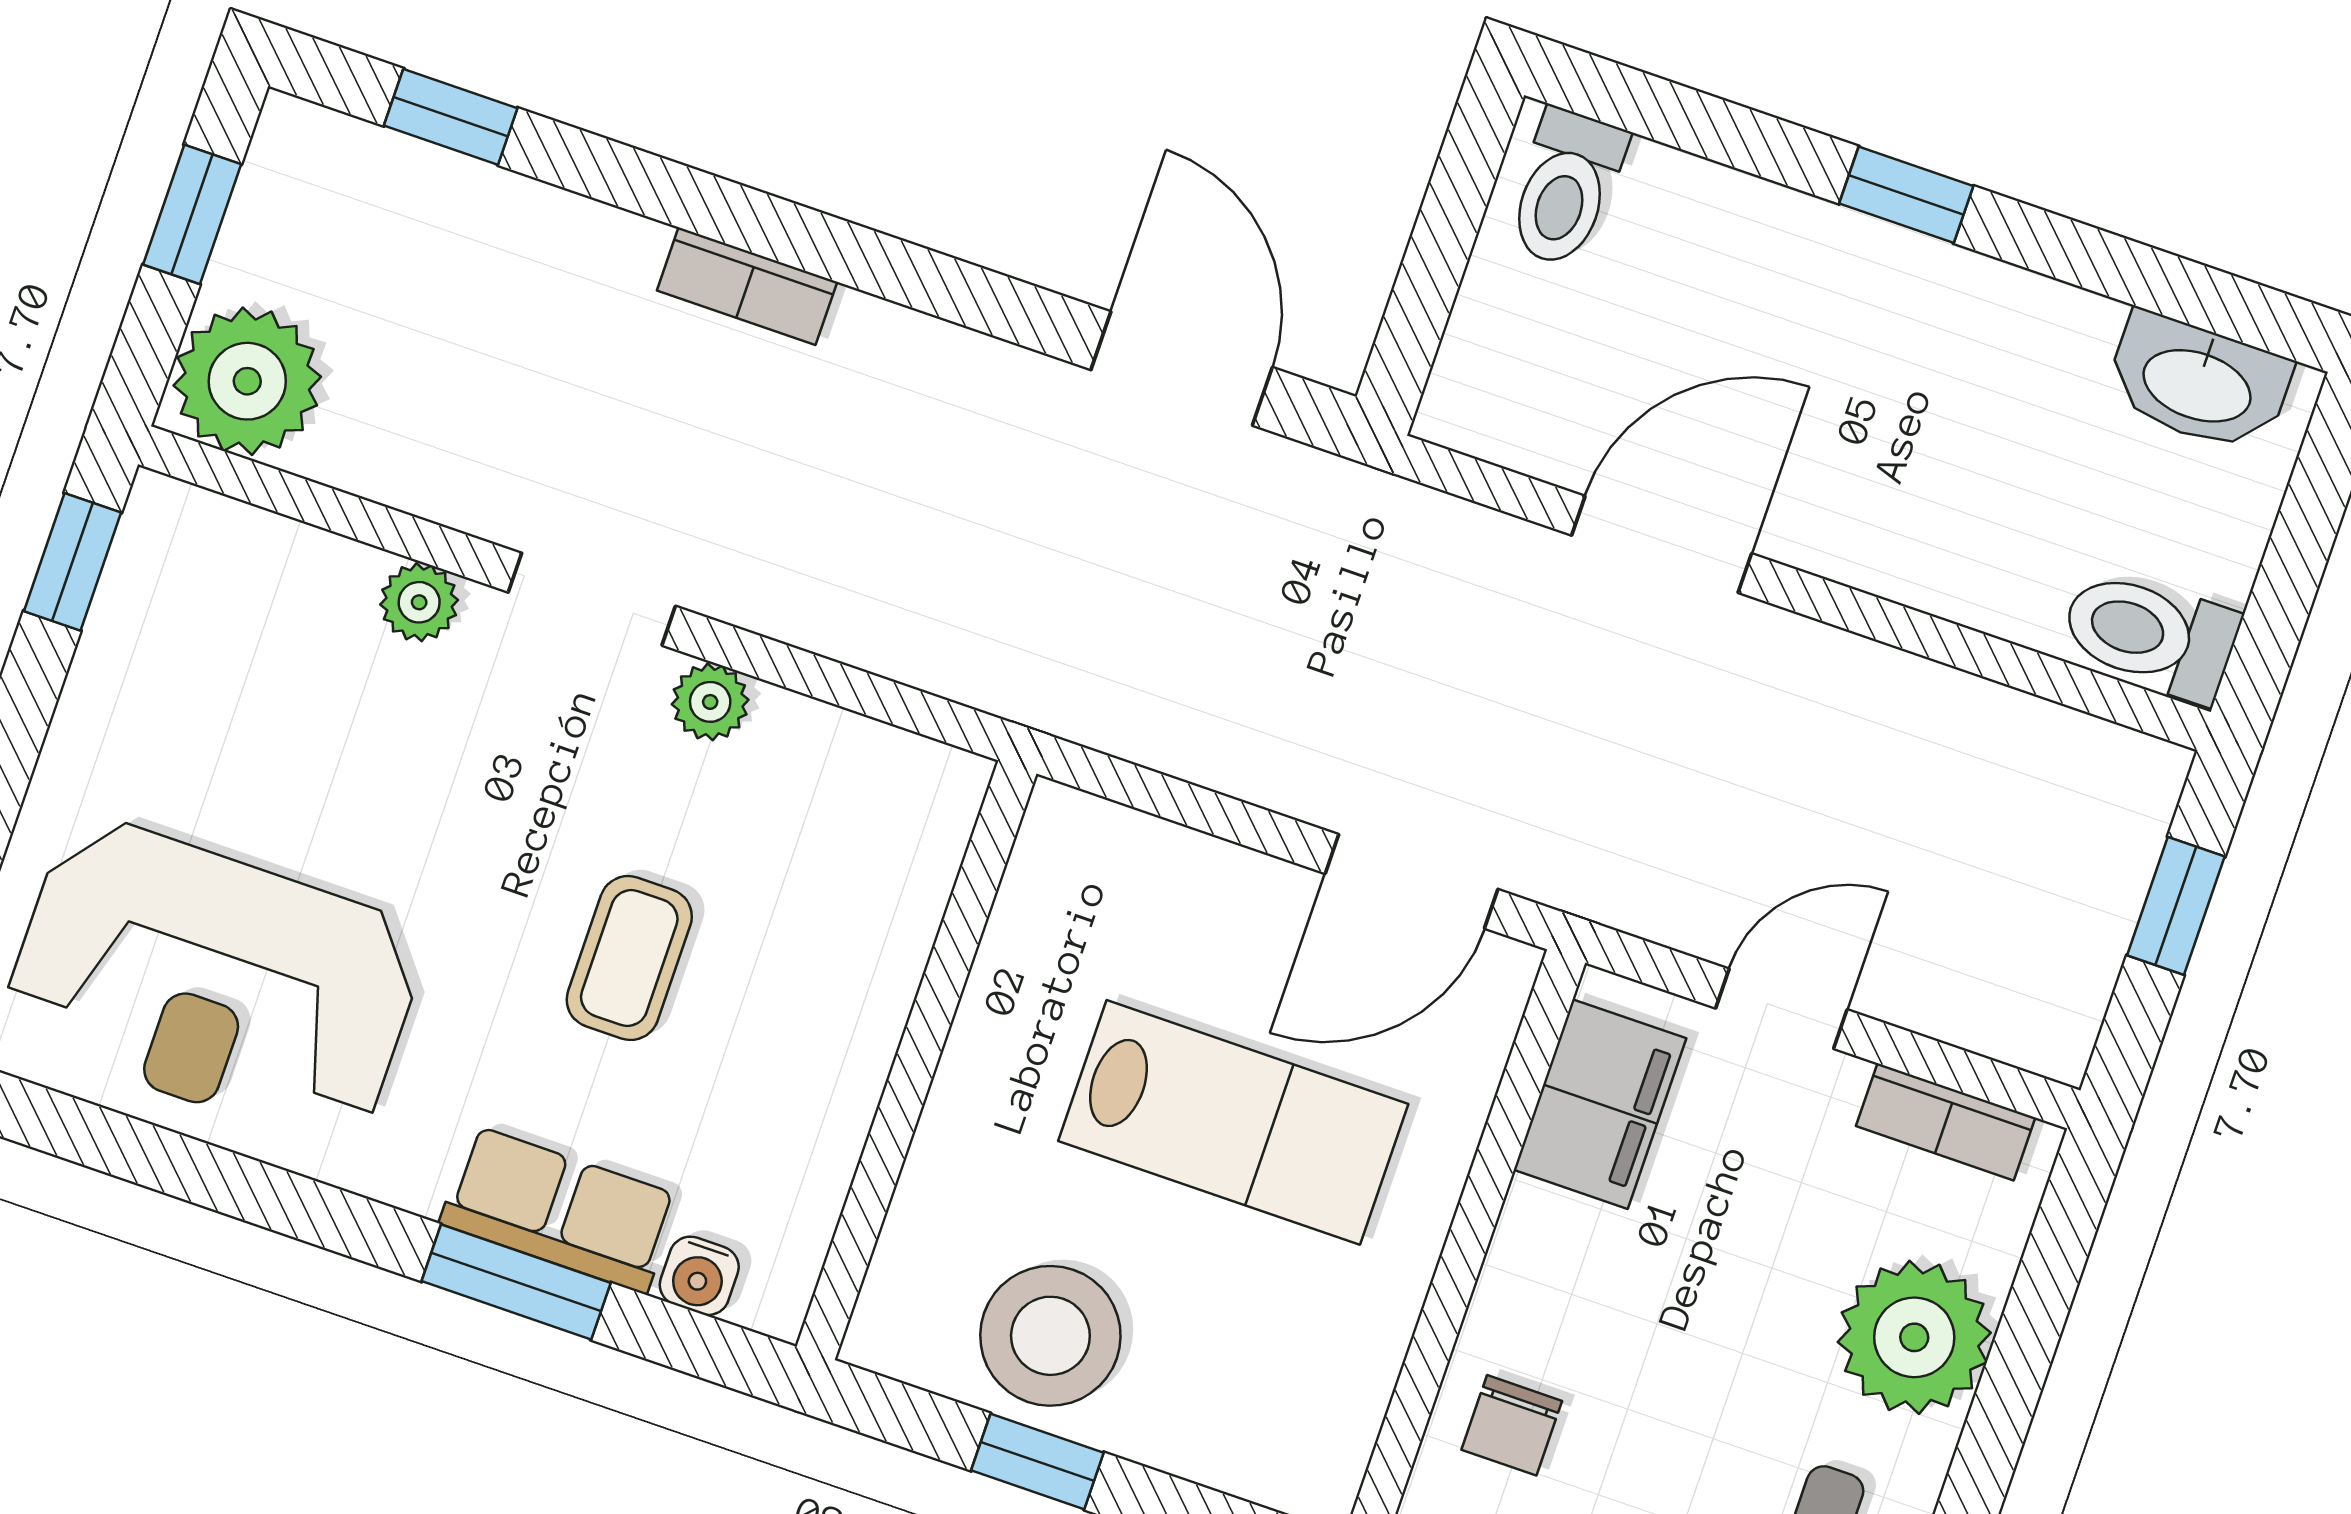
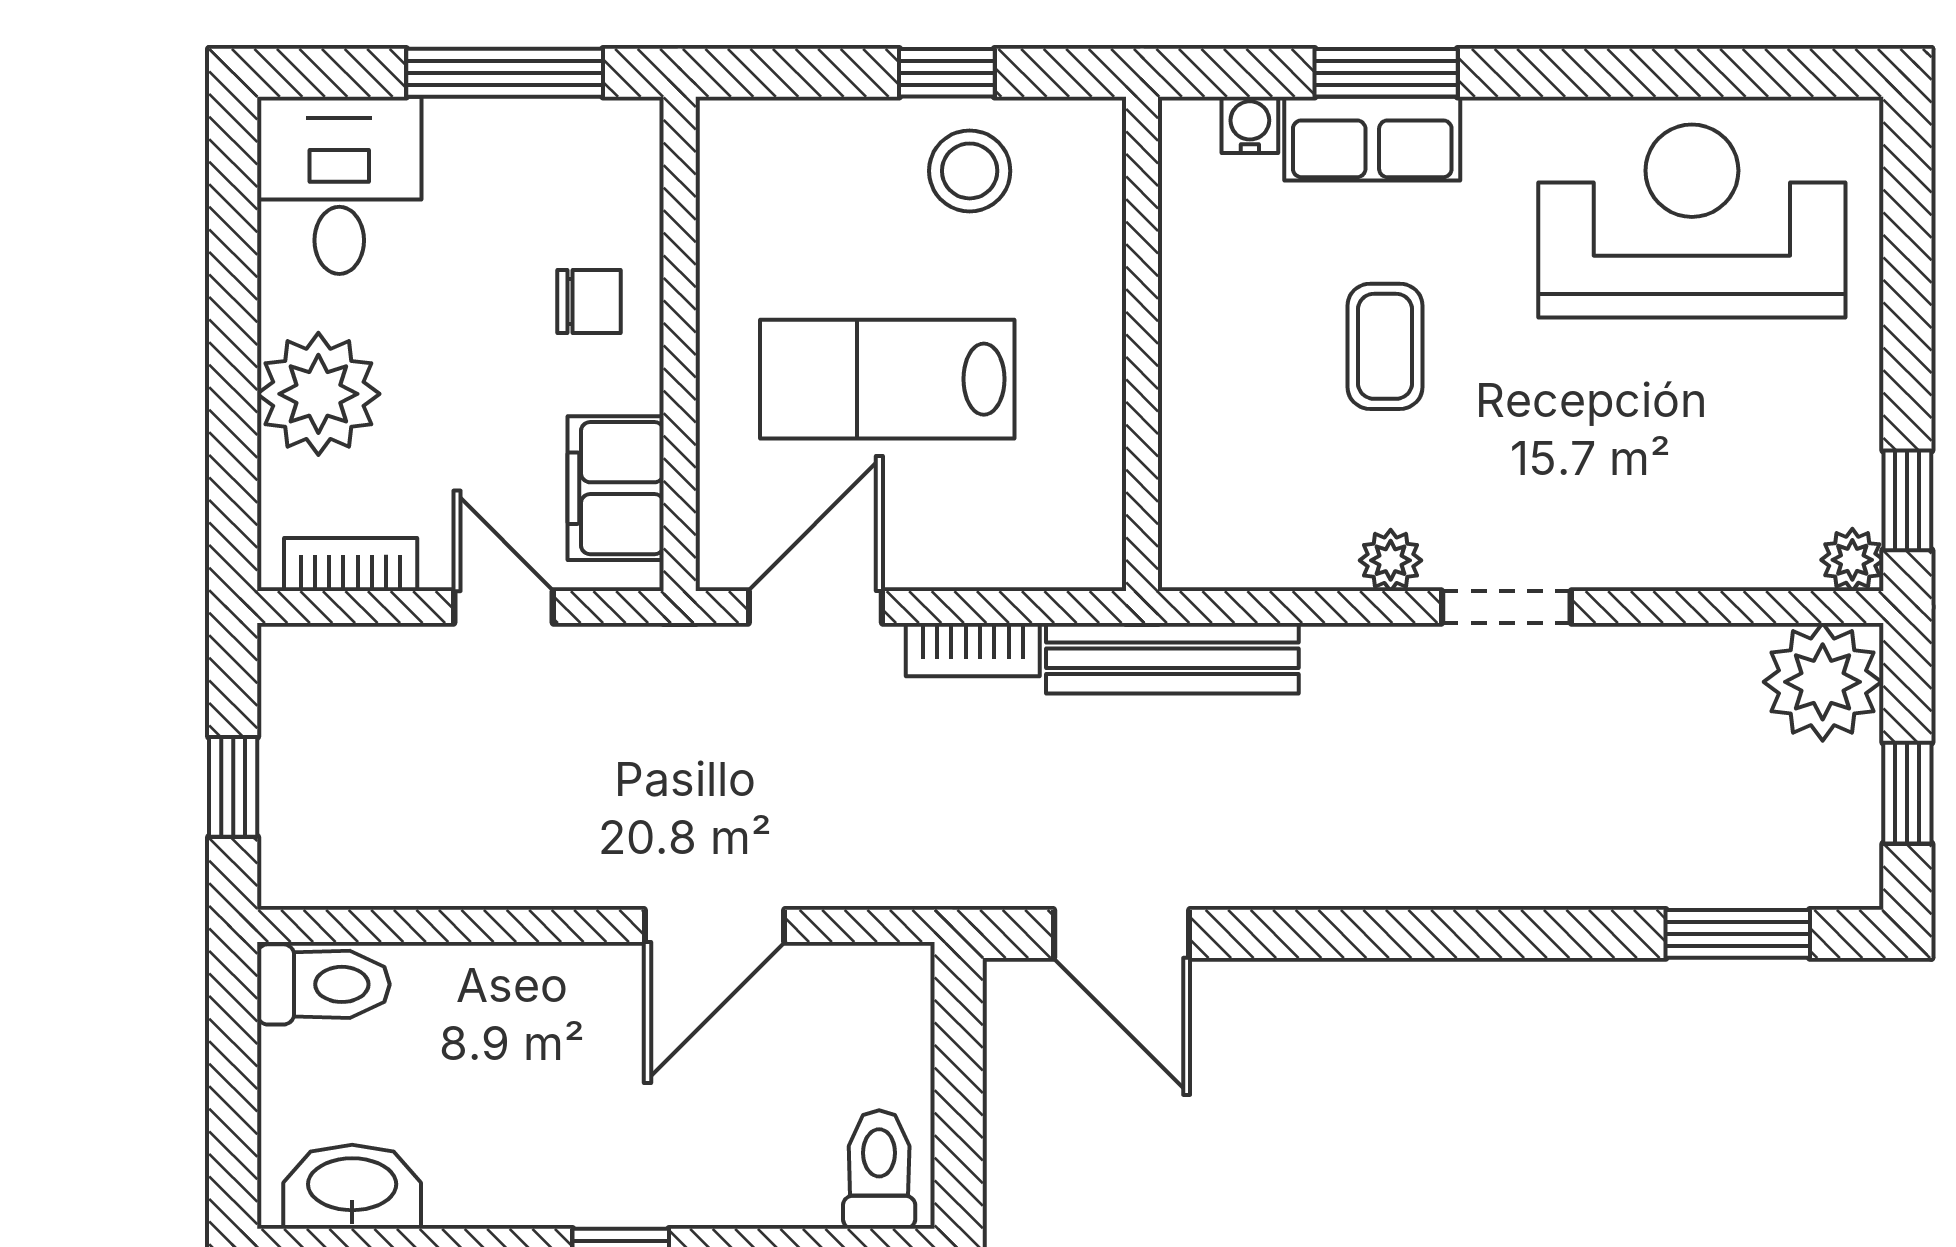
window: (451, 117) -> (1738, 934), width x1.50
bookcase: (747, 286) -> (973, 650), moved, turned 180
plant: (419, 602) -> (1852, 560), moved
bench: (1009, 675) -> (1172, 658), added
door: (1781, 1009) -> (504, 607), swing flipped
stool: (1050, 1336) -> (970, 171), width x0.73, depth x0.73
chair: (1512, 1425) -> (589, 302), moved, turned 90

